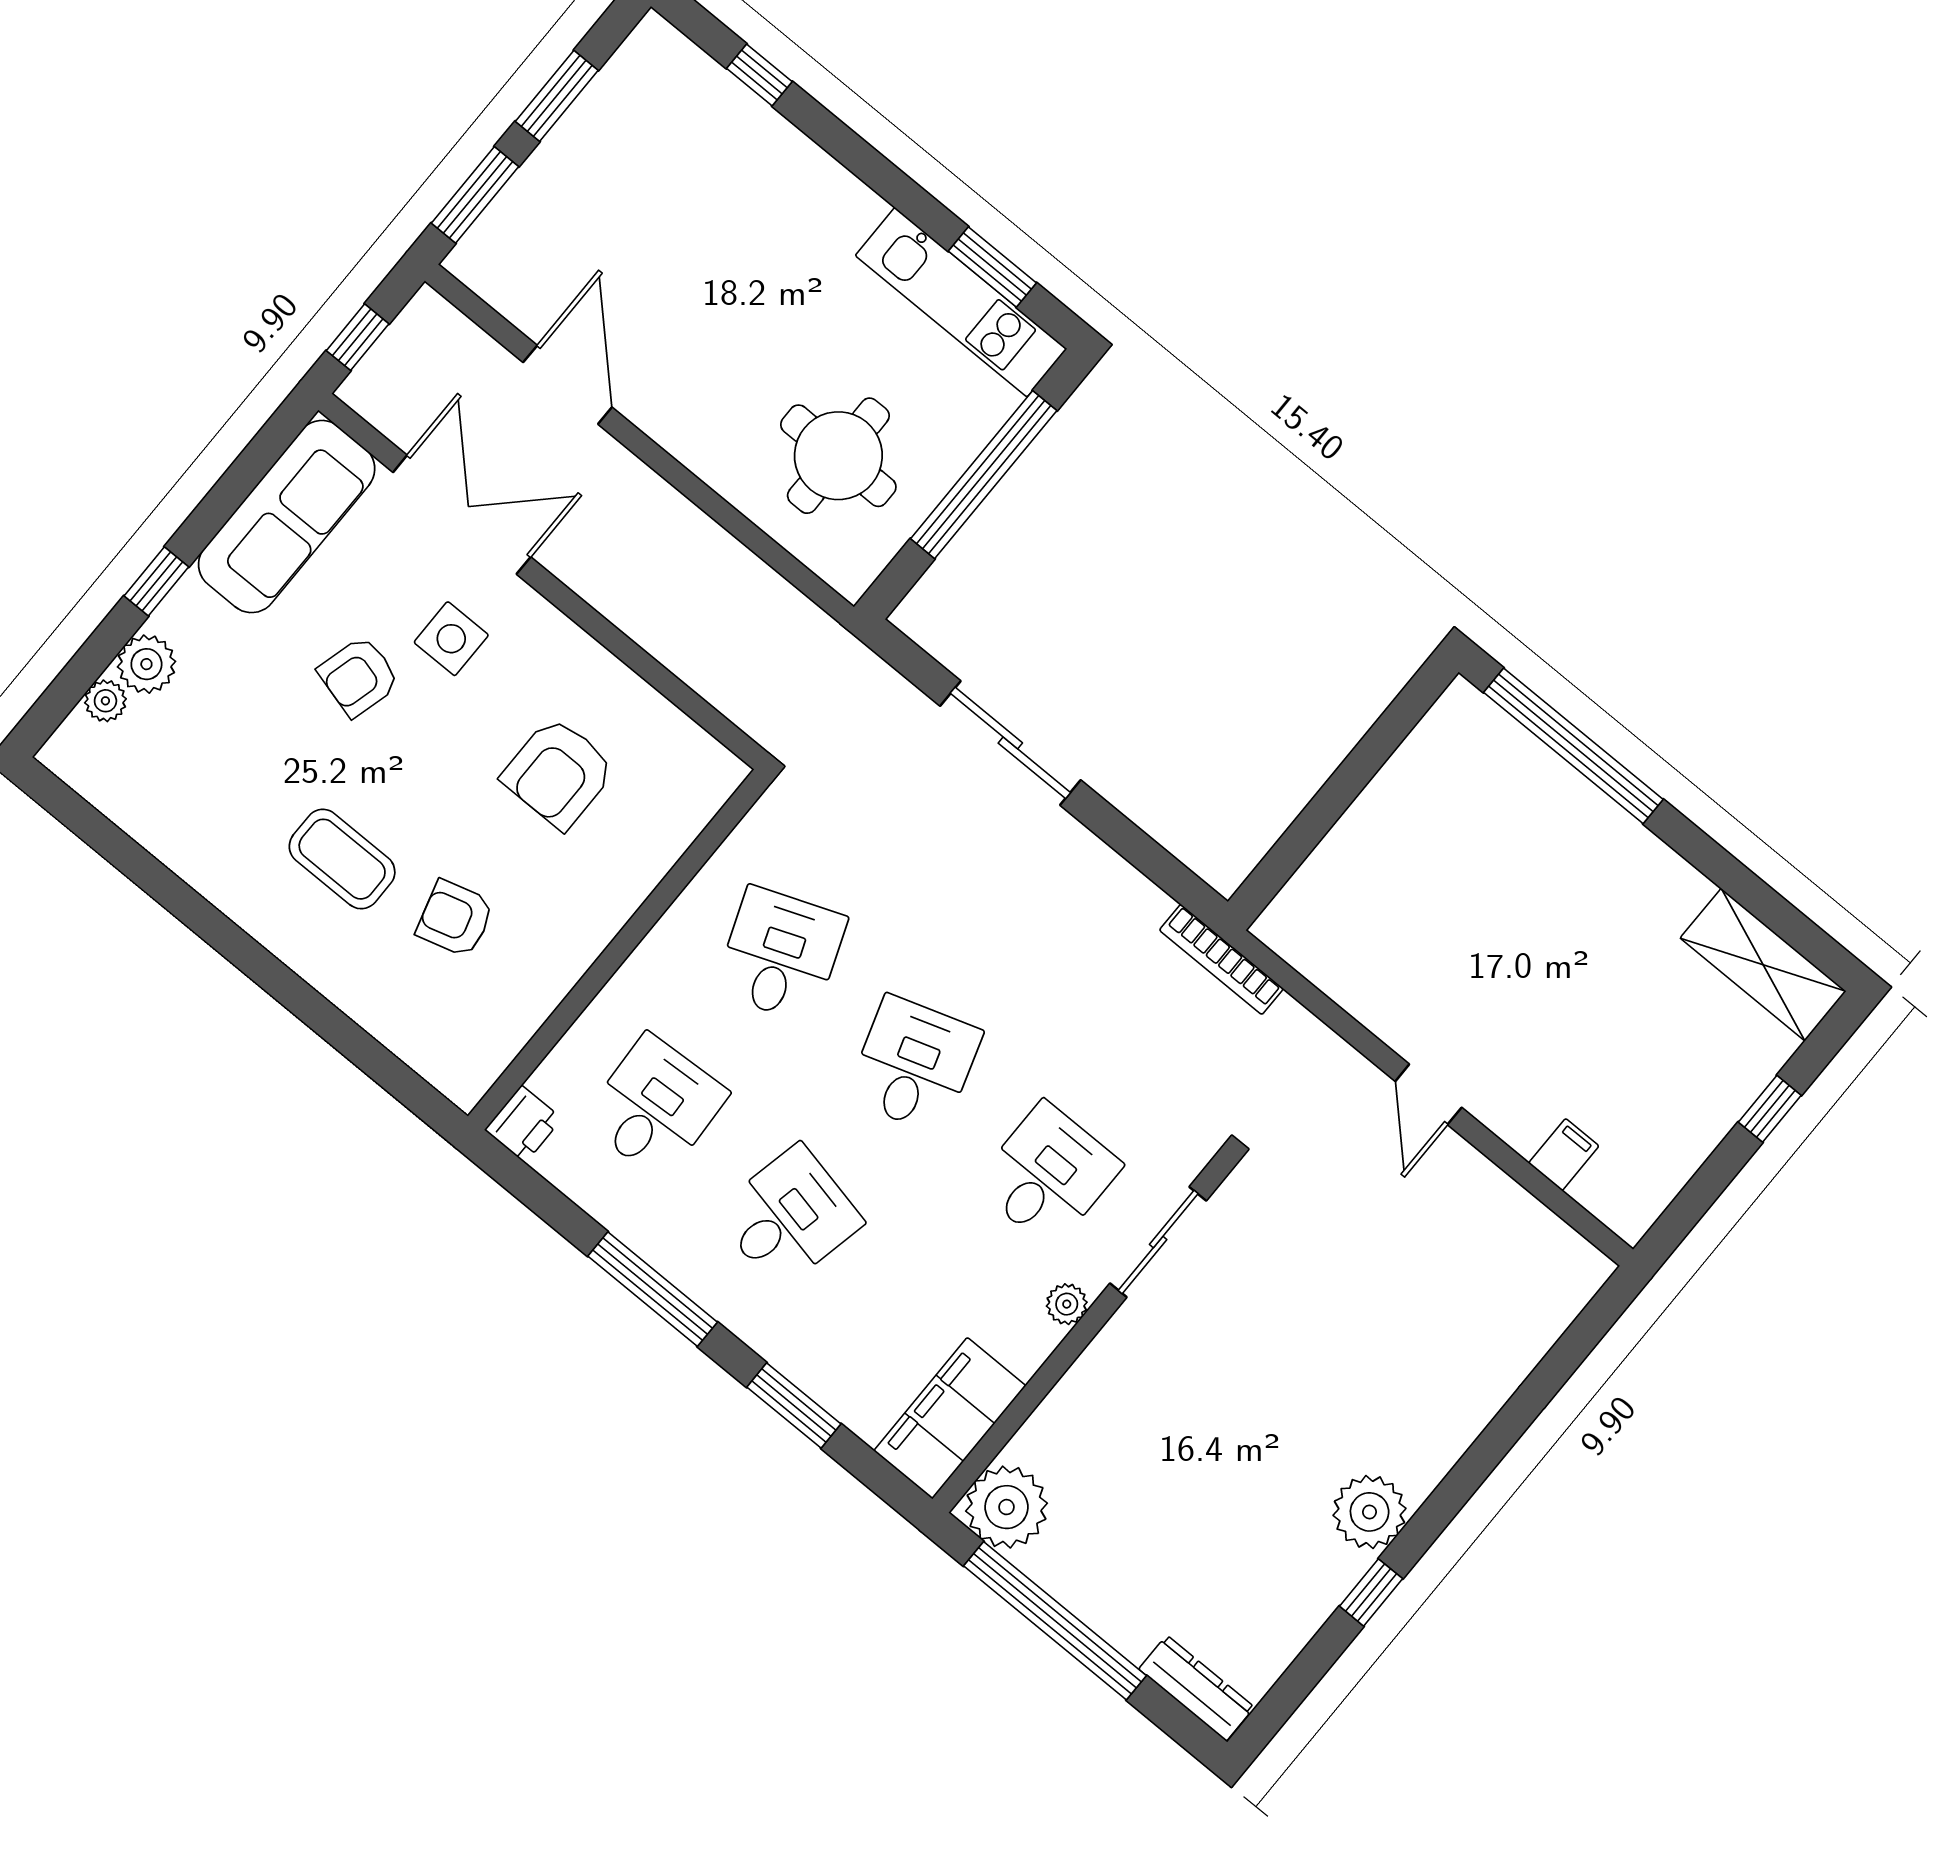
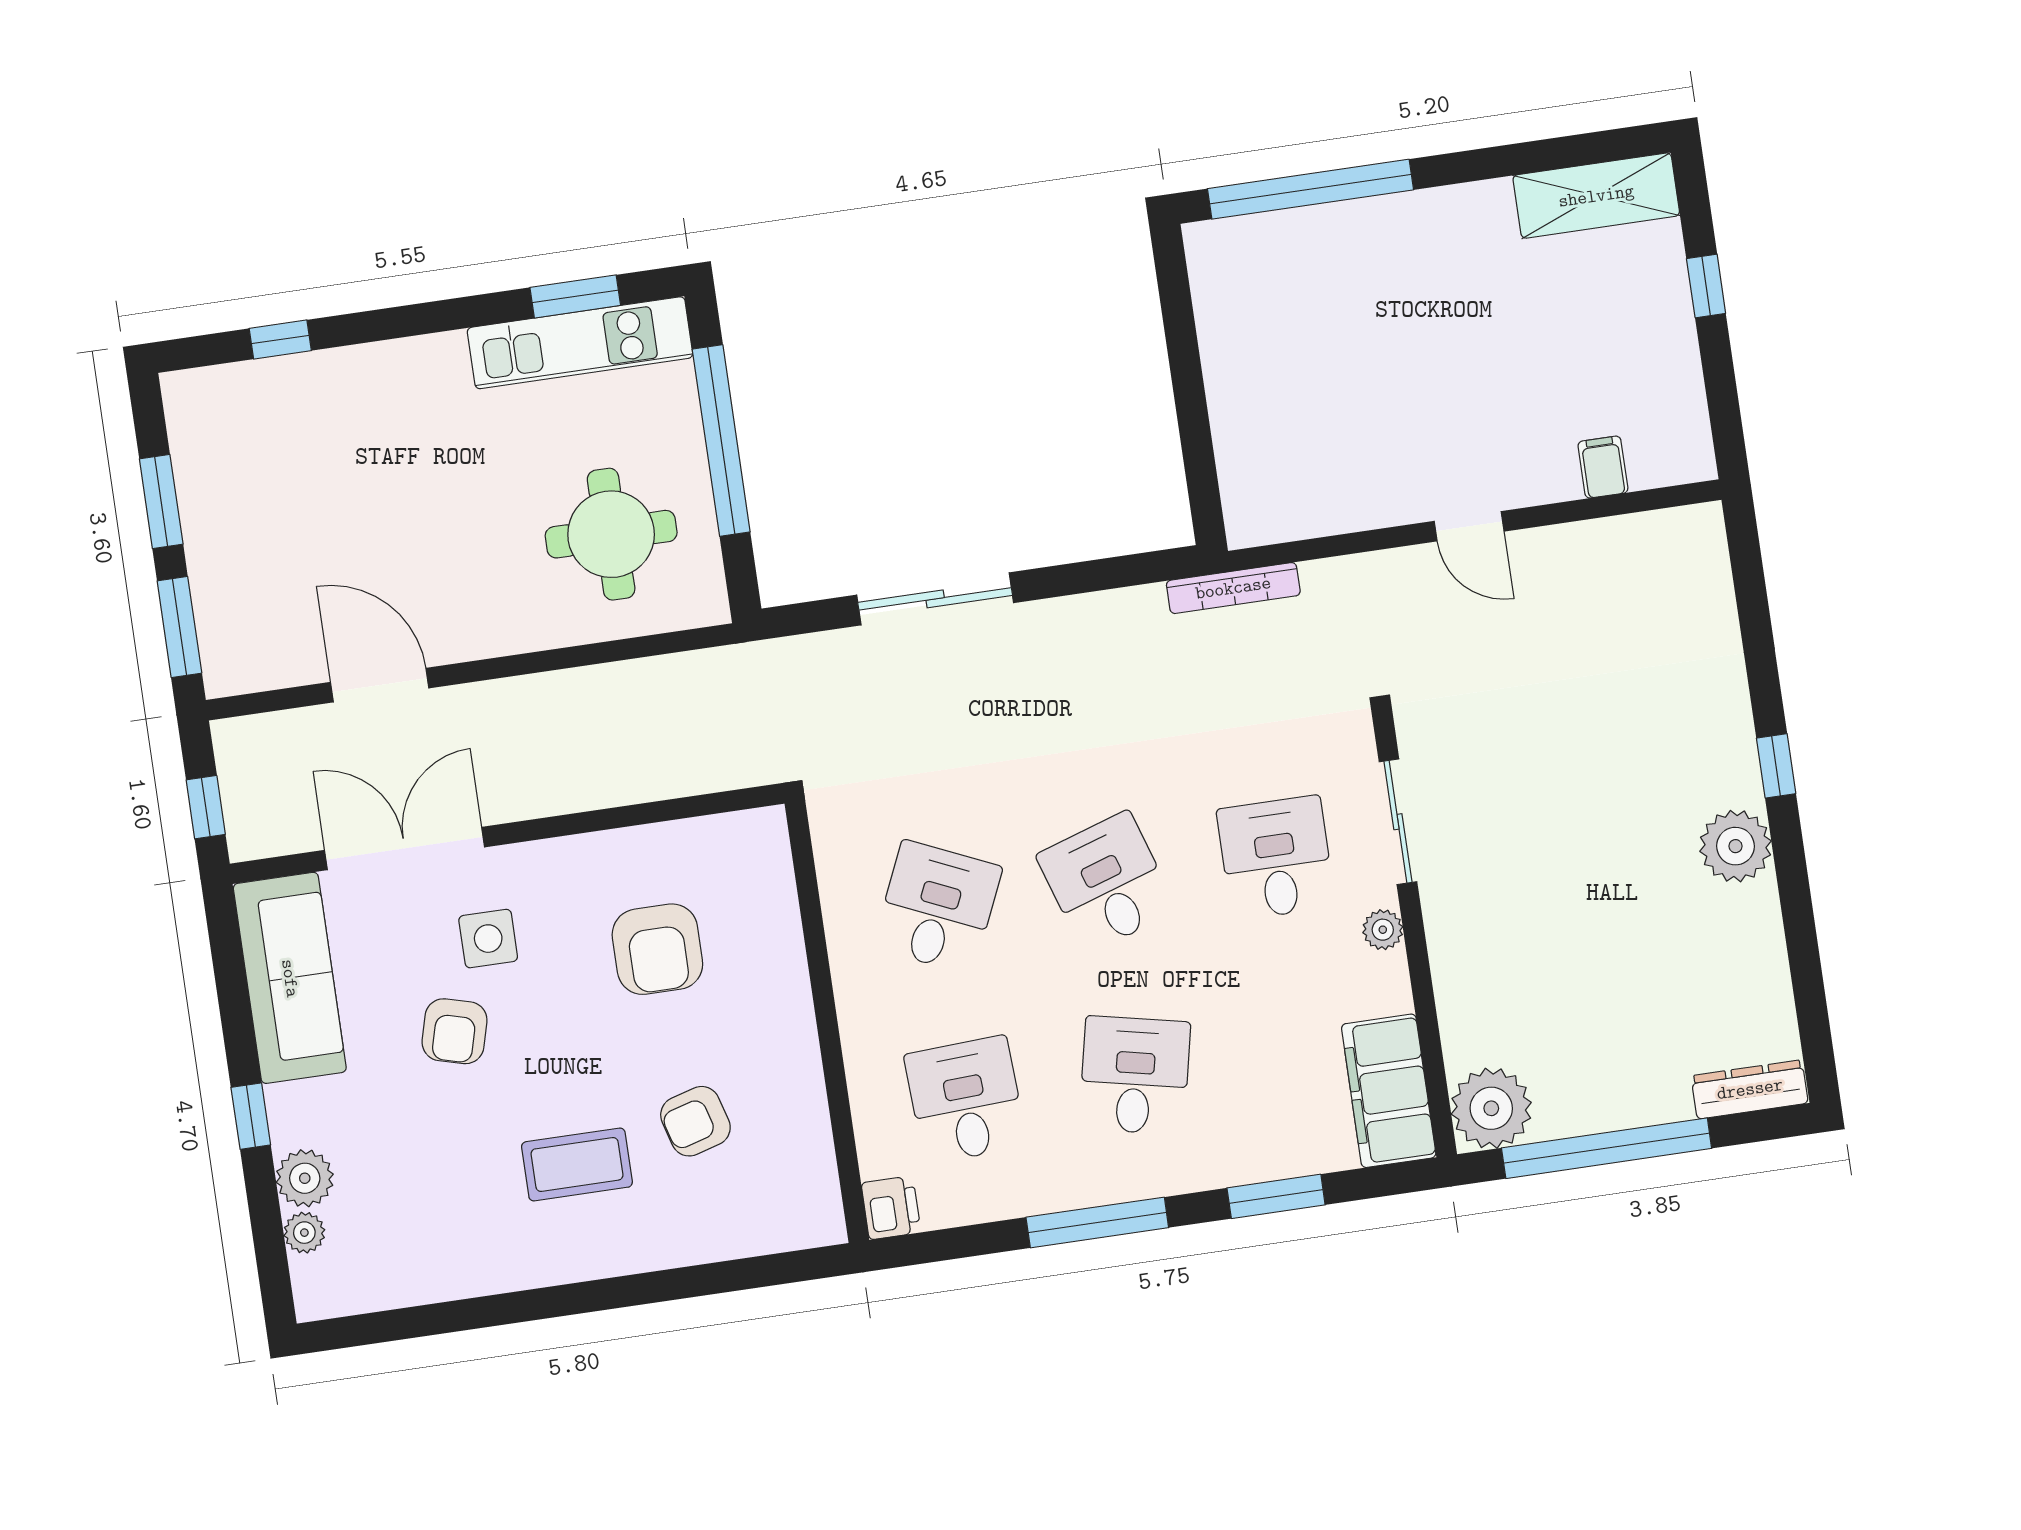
desk: (781, 955) -> (938, 907), turned 45
window: (1371, 1592) -> (1776, 766), moved

